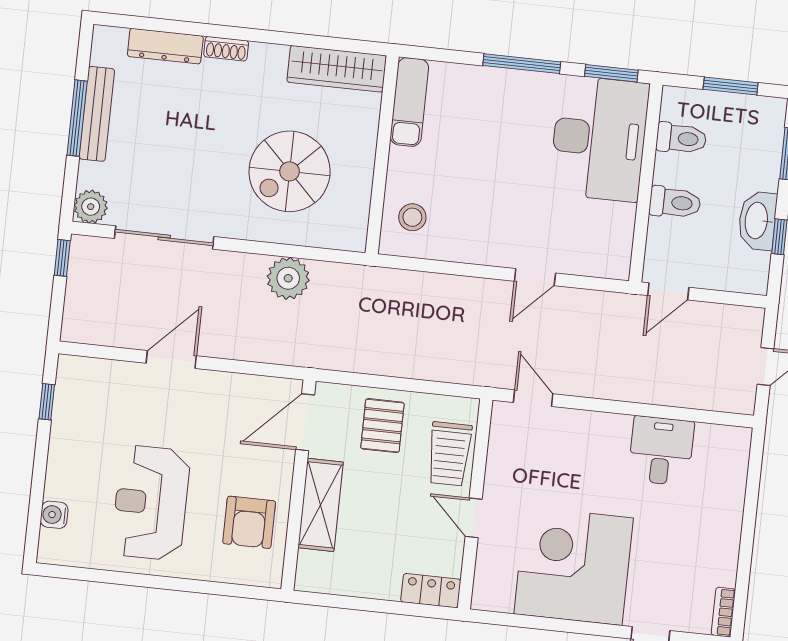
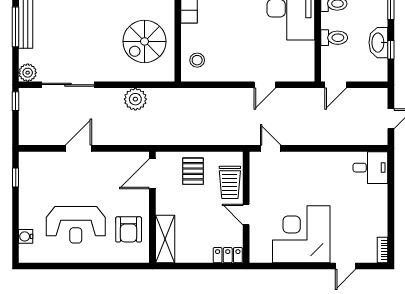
spiral stairs: (290, 171) -> (145, 41), moved
desk: (661, 451) -> (370, 168), moved, turned 90
reception desk: (151, 503) -> (76, 225), turned -90
shelving: (321, 505) -> (165, 239), moved

